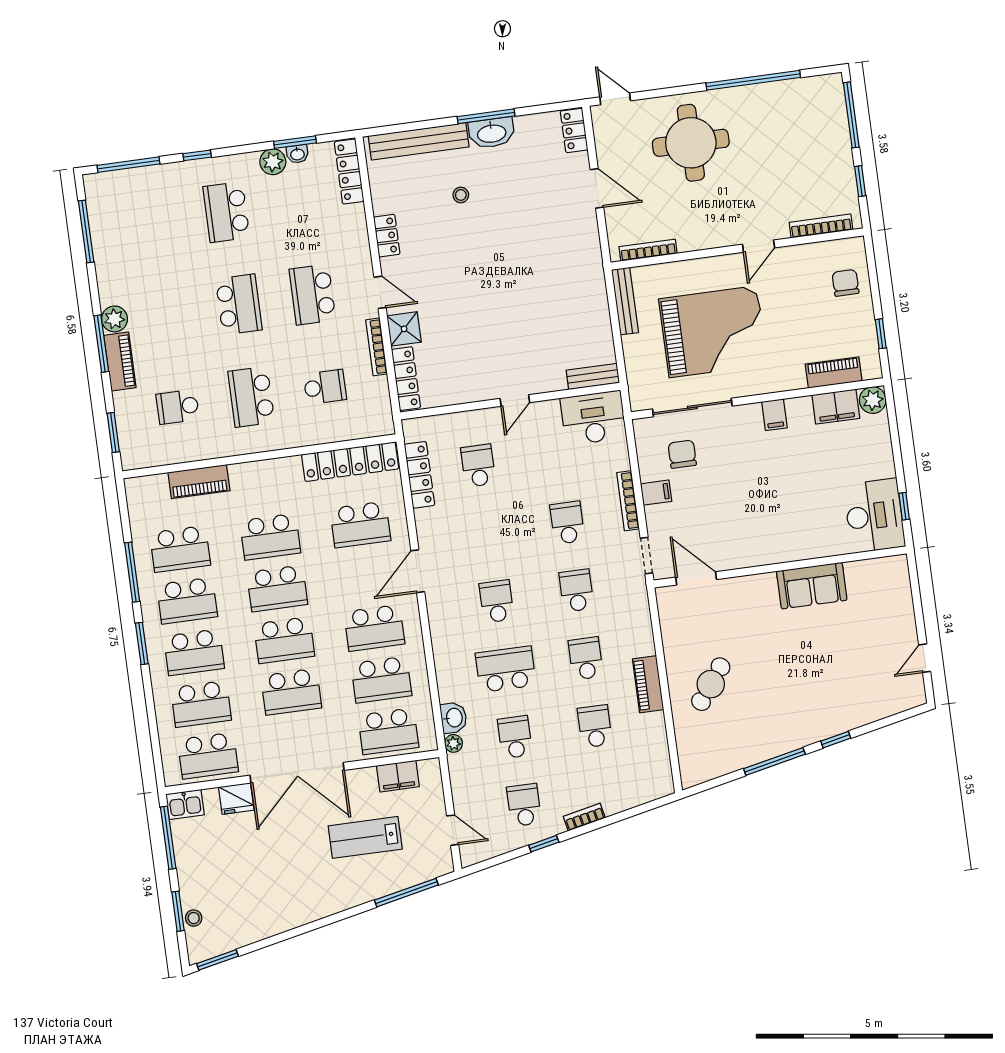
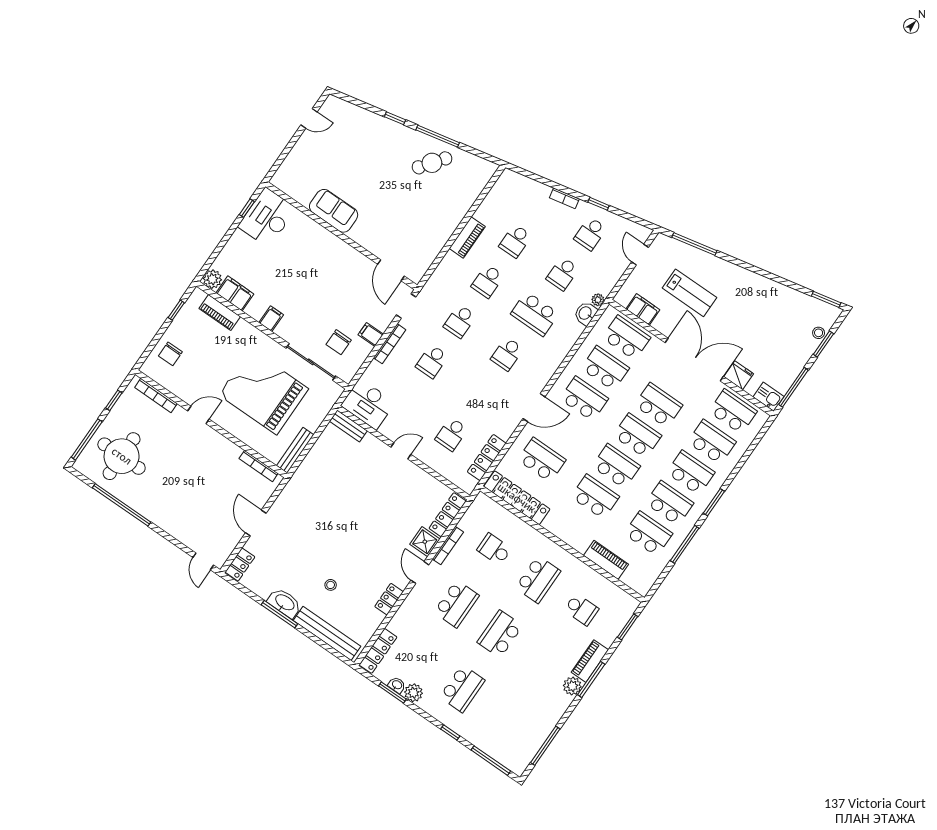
round table: (691, 143) -> (122, 456), moved
cafe table: (711, 684) -> (432, 163), moved

